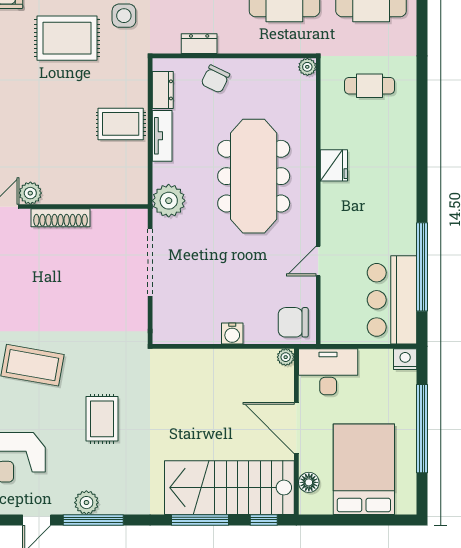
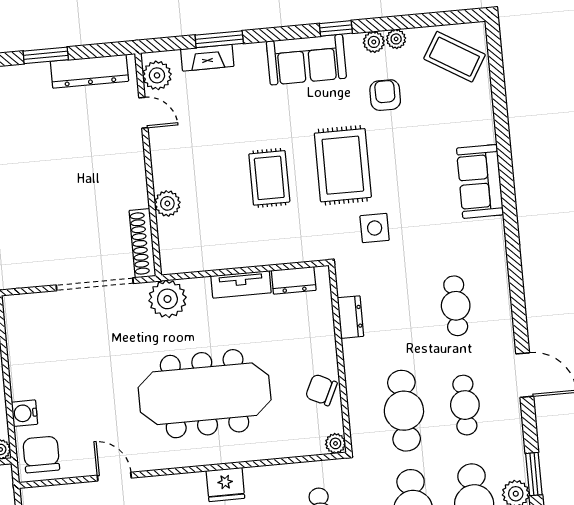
chair: (215, 79) -> (321, 390), moved
rug: (121, 124) -> (269, 178), moved
plant: (30, 193) -> (167, 203), moved
shoe rack: (61, 218) -> (142, 243), moved
water cooler: (232, 334) -> (25, 413), moved

